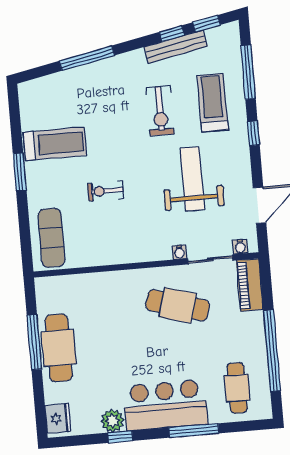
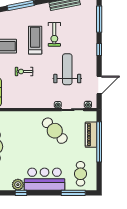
treadmill: (212, 103) -> (35, 40), moved
piano: (250, 285) -> (91, 135), moved
cafe table: (178, 305) -> (55, 131), turned 31
window: (272, 351) -> (99, 142), moved
window: (194, 430) -> (73, 193), moved

